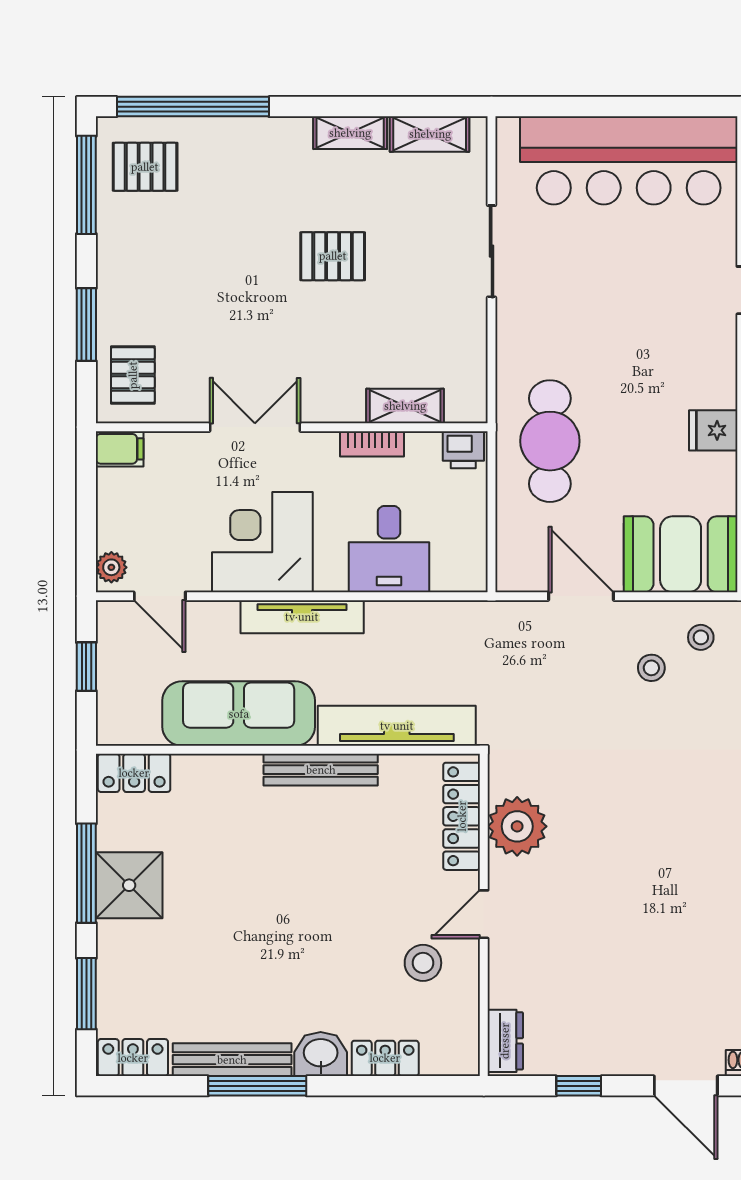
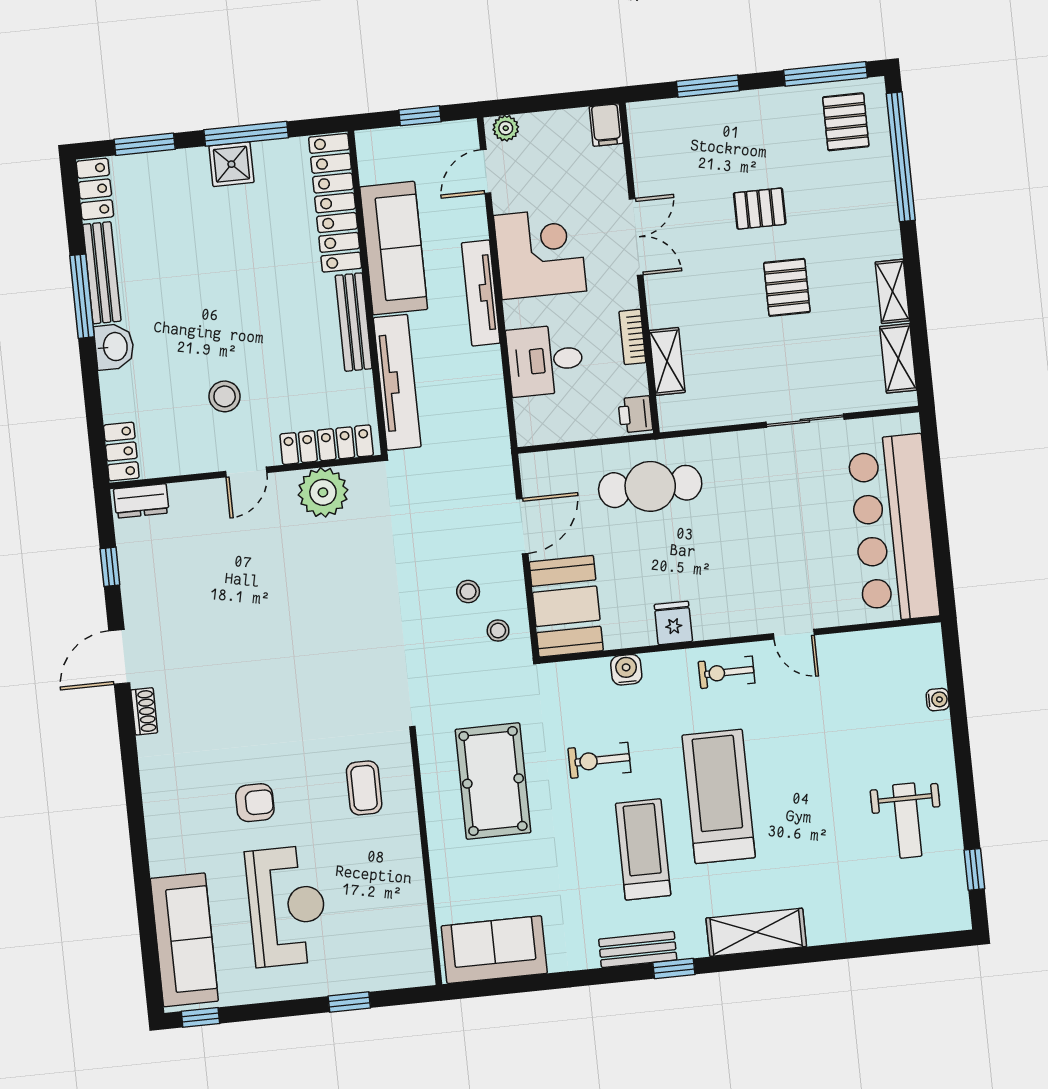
pallet: (133, 375) -> (760, 209), moved
locker: (134, 773) -> (335, 203), width x2.16, depth x1.21
shower: (129, 885) -> (231, 164), width x0.73, depth x0.73
door: (484, 914) -> (246, 472), swing flipped
stool: (423, 963) -> (225, 396), moved
locker: (385, 1058) -> (121, 452), moved

